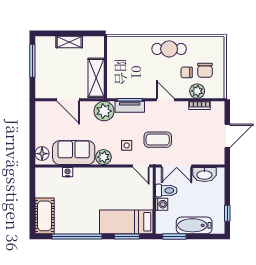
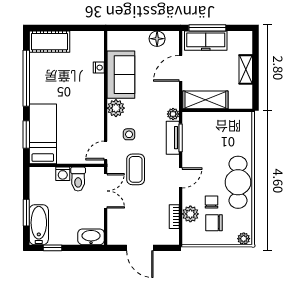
plant: (219, 44) -> (244, 239), added
cafe table: (169, 49) -> (238, 182), width x1.37, depth x1.35
window: (32, 61) -> (207, 28), moved
freezer: (44, 77) -> (206, 41), added
plant: (104, 111) -> (173, 114), width x0.53, depth x0.53
floor lamp: (42, 154) -> (157, 39), moved
double door: (177, 166) -> (106, 191), swing flipped
washbasin: (204, 175) -> (91, 237), moved, turned 90
bathtub: (194, 225) -> (39, 225), moved
window: (174, 236) -> (26, 213), moved

